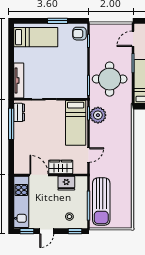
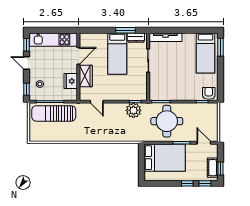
window: (58, 21) -> (221, 47), moved
bed: (76, 123) -> (117, 54), moved, turned -90
window: (11, 124) -> (125, 30), width x0.69

